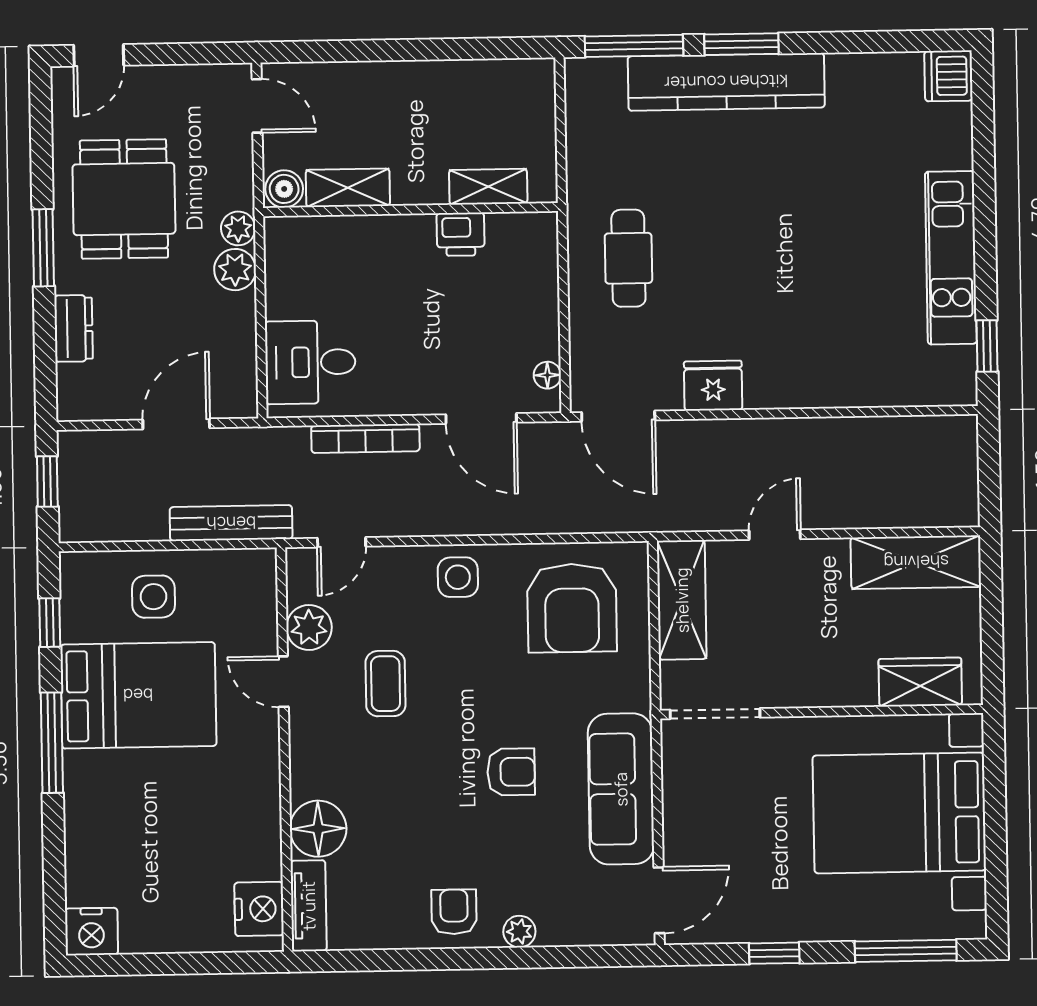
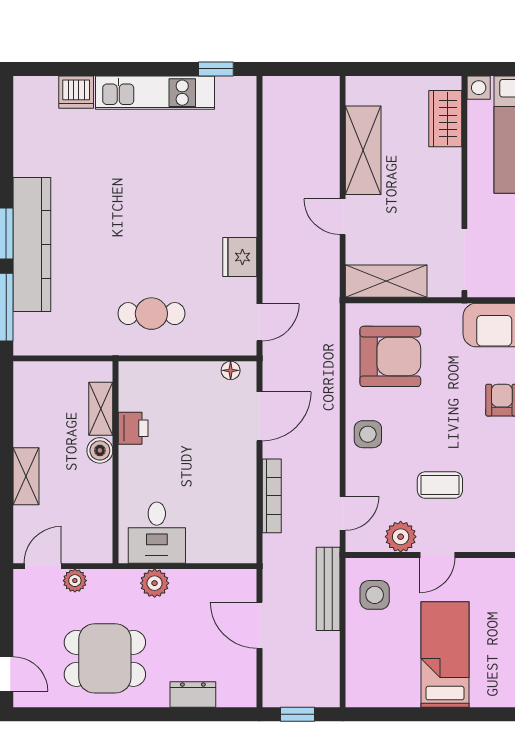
dishwasher: (948, 76) -> (76, 92), moved
shelving: (348, 188) -> (26, 476), moved
boiler: (284, 189) -> (100, 450), moved
plant: (238, 228) -> (75, 581), moved
window: (43, 248) -> (137, 714), removed
desk: (310, 362) -> (157, 533), moved
door: (618, 416) -> (260, 322), width x0.73
door: (342, 542) -> (343, 513), hinge flipped
shelving: (916, 562) -> (363, 150), moved
side table: (154, 597) -> (375, 595), moved
window: (50, 623) -> (394, 714), removed
bed: (138, 695) -> (445, 654), width x0.67
window: (52, 743) -> (476, 714), removed

